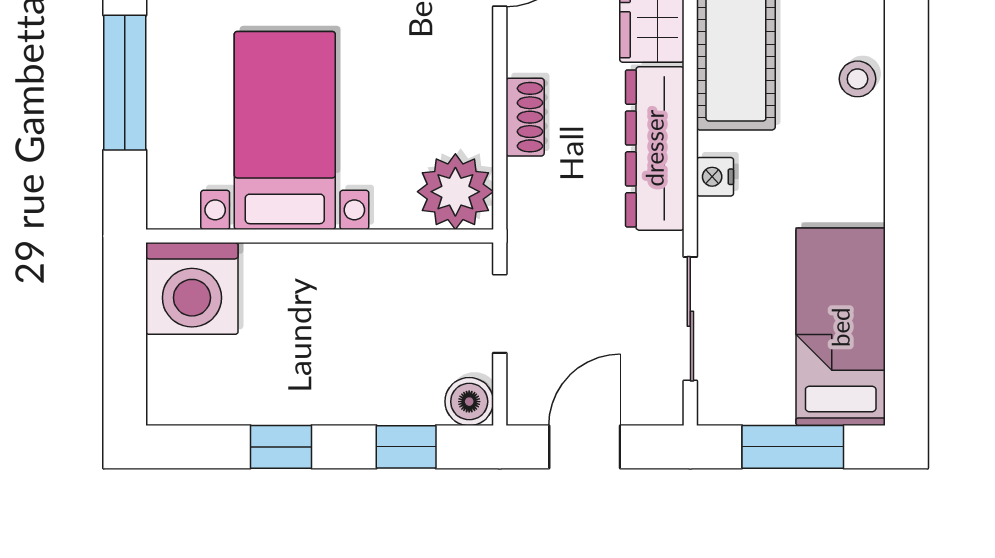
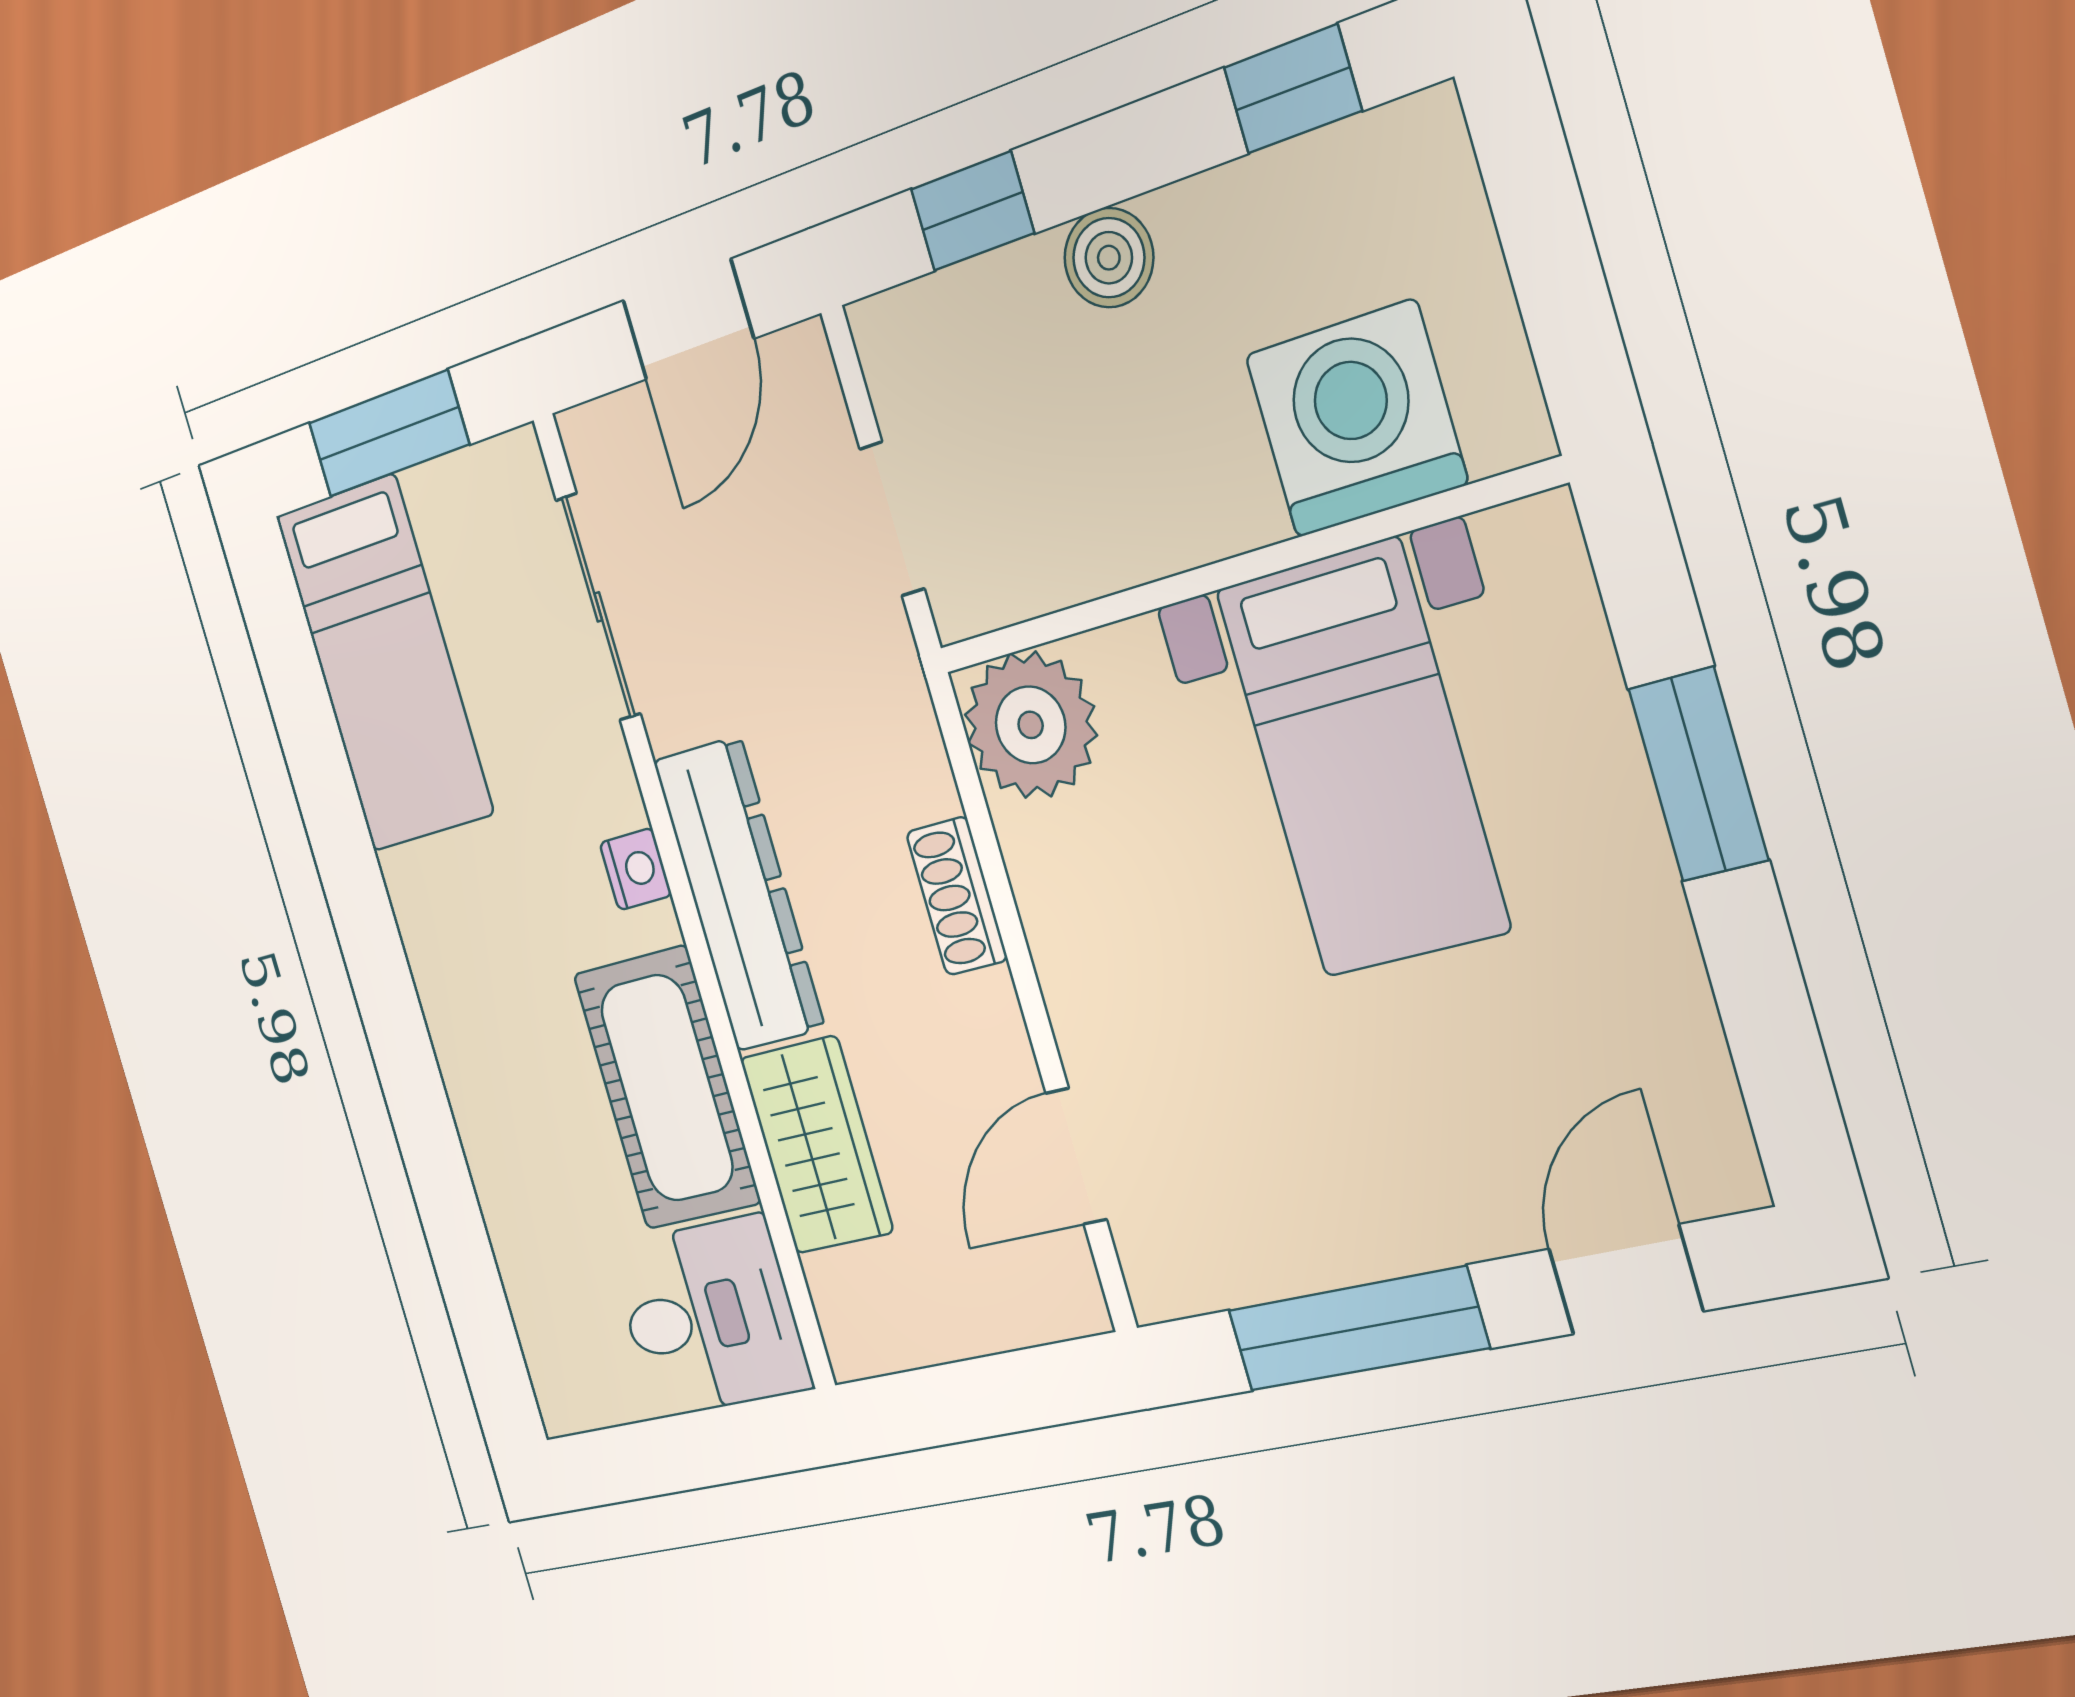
stool: (857, 79) -> (485, 1092), removed
window: (125, 83) -> (1698, 774), width x0.69
washing machine: (192, 288) -> (1356, 419), moved
boiler: (469, 402) -> (1109, 258), moved
window: (281, 447) -> (1293, 89), moved

